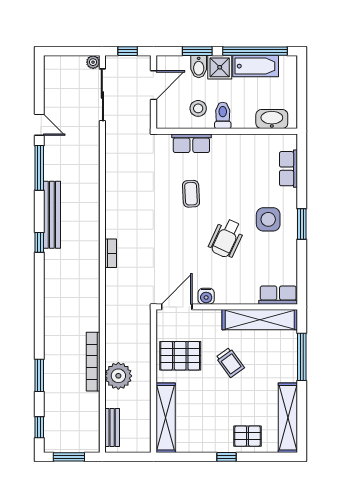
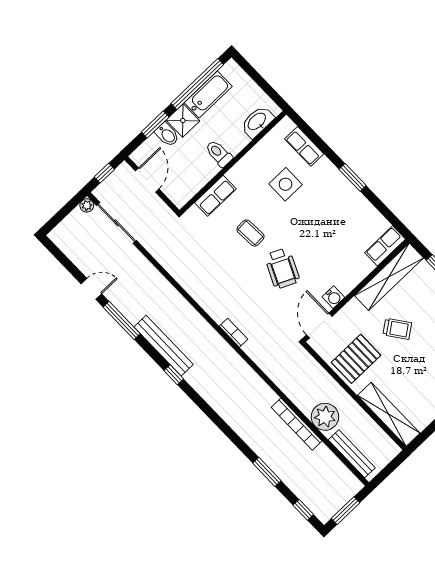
stool: (198, 108) -> (196, 166), removed
side table: (268, 219) -> (285, 184), moved
wheelchair: (226, 238) -> (282, 268), moved
bench: (112, 428) -> (352, 454), width x1.36

